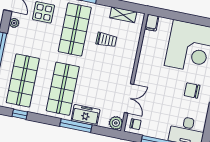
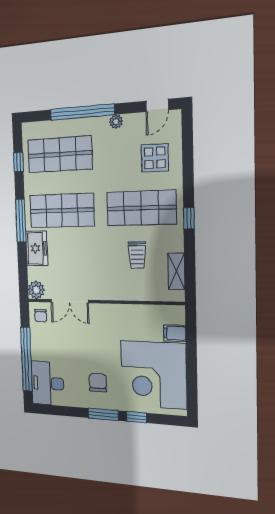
plant: (14, 23) -> (116, 122), moved
filing cabinet: (152, 23) -> (175, 333), moved
window: (76, 126) -> (21, 221), moved

